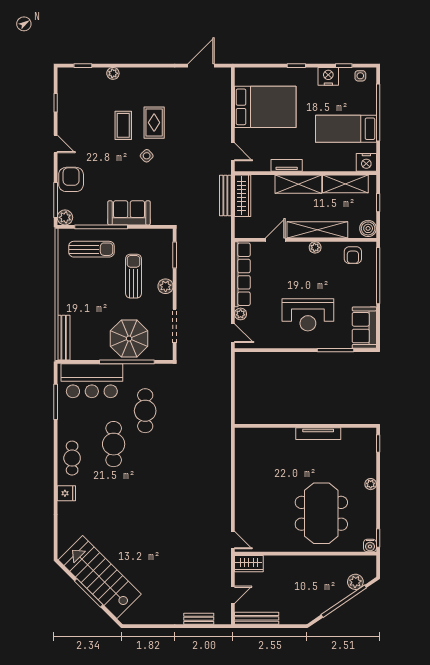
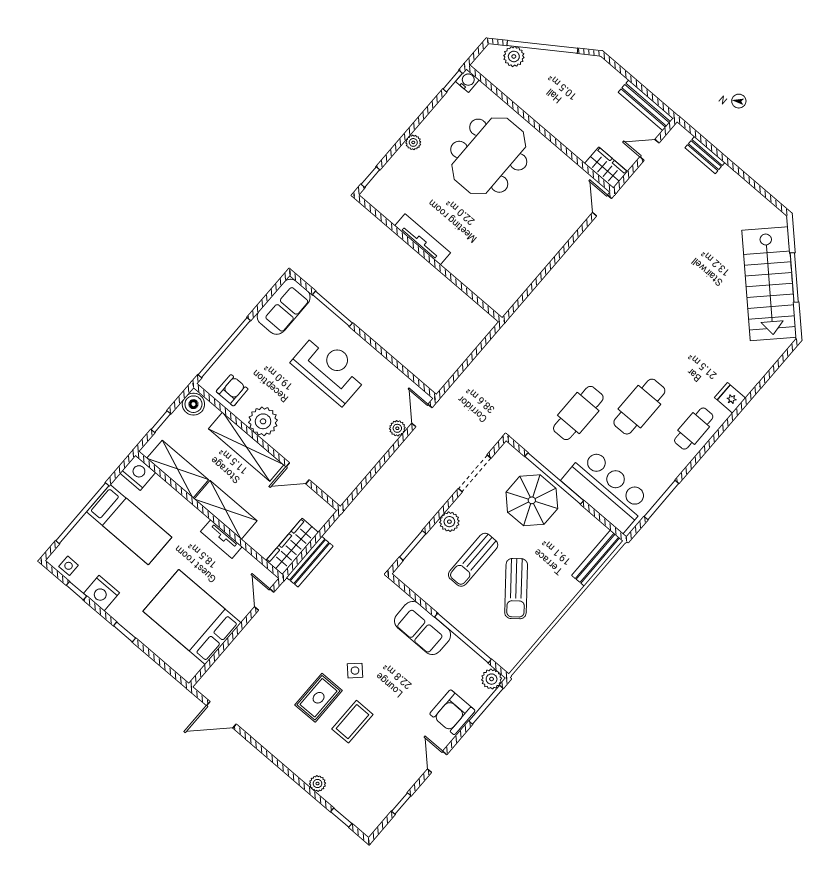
plant: (315, 247) -> (263, 421), width x1.88, depth x1.88
sun lounger: (91, 249) -> (516, 589), moved, turned -129
row of seats: (242, 274) -> (361, 467), removed

